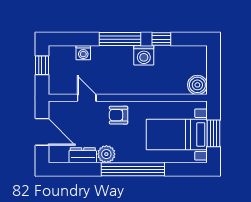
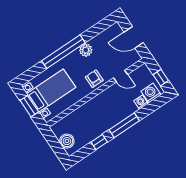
washing machine: (144, 55) -> (151, 93), moved
boiler: (197, 85) -> (67, 141), moved
armchair: (119, 115) -> (94, 79), turned -90
dresser: (83, 155) -> (100, 40), removed

